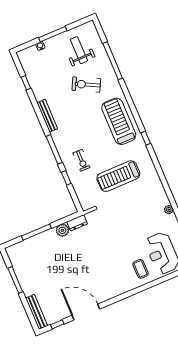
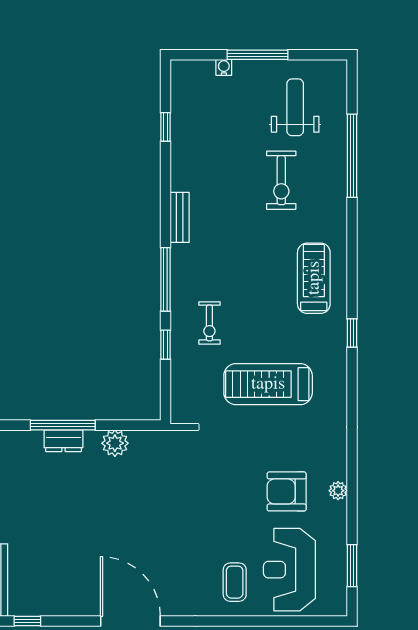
exercise bike: (86, 85) -> (281, 180), turned -117
bench: (47, 116) -> (180, 217), width x0.73
treadmill: (119, 121) -> (314, 278), width x0.73, depth x0.73
armchair: (146, 220) -> (287, 491), added
dresser: (77, 223) -> (63, 441), moved
door: (86, 312) -> (130, 621), moved

